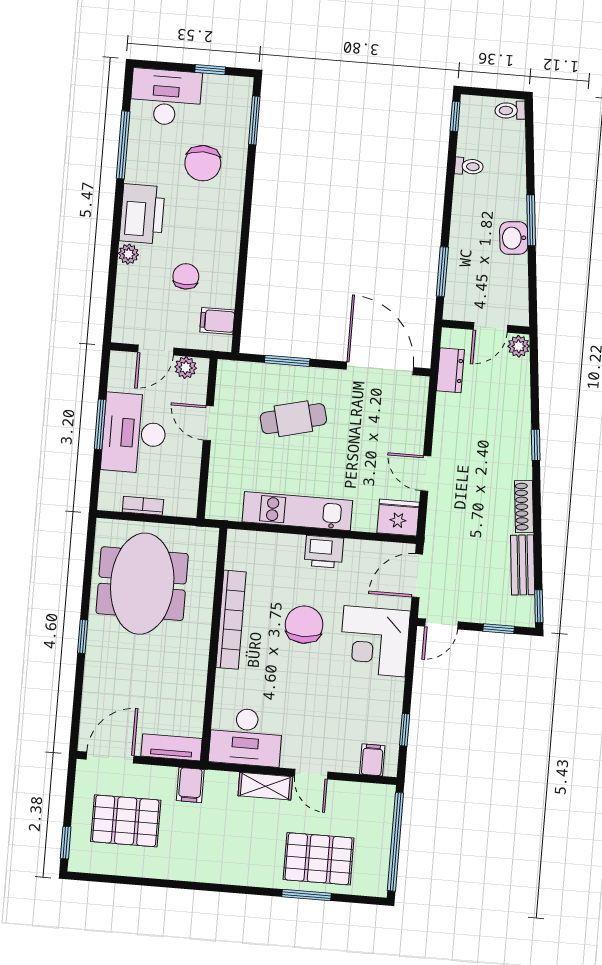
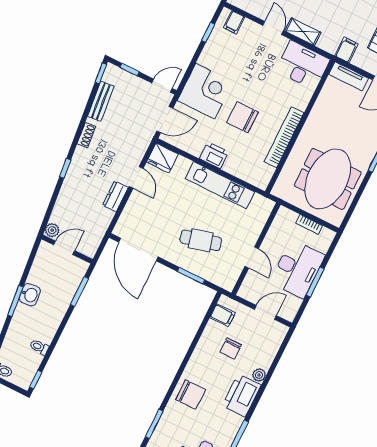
chair: (203, 163) -> (191, 394), moved, turned 90
plant: (186, 368) -> (252, 295), removed
dresser: (450, 370) -> (115, 196), moved
shoe rack: (524, 507) -> (86, 135), width x0.70
chair: (304, 625) -> (243, 117), turned 90

